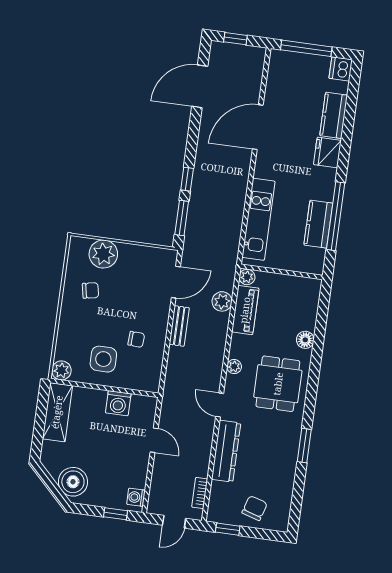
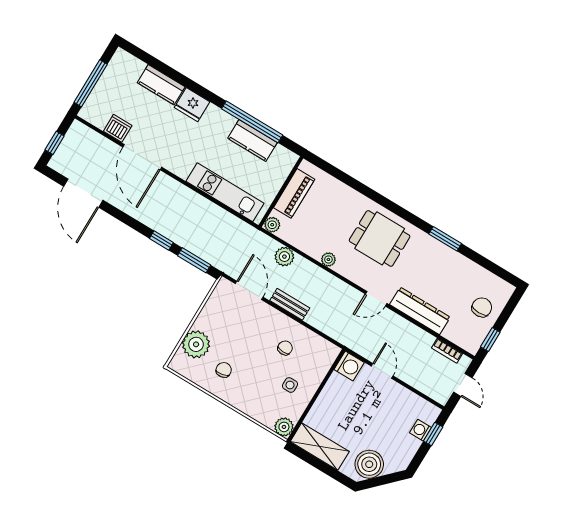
dishwasher: (341, 69) -> (118, 128), moved, turned 180
piano: (245, 310) -> (294, 193), moved, turned 90
floor lamp: (305, 340) -> (351, 197), removed
side table: (103, 359) -> (290, 385), width x0.54, depth x0.54
plant: (234, 367) -> (328, 259), moved
washing machine: (118, 403) -> (349, 366), moved
door: (154, 440) -> (382, 371), hinge flipped
boiler: (73, 482) -> (369, 464), moved
washing machine: (136, 497) -> (421, 430), moved, turned 90
chair: (255, 508) -> (482, 307), turned 73

